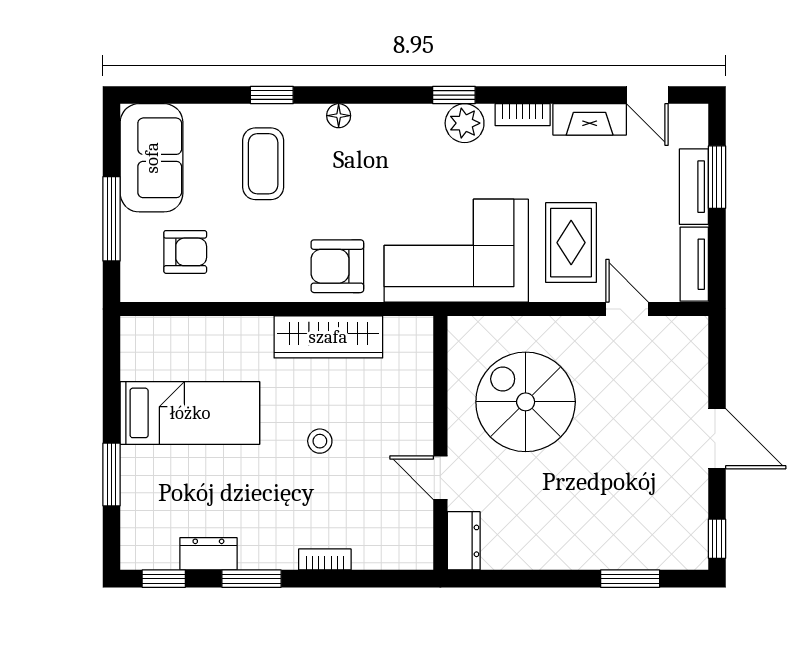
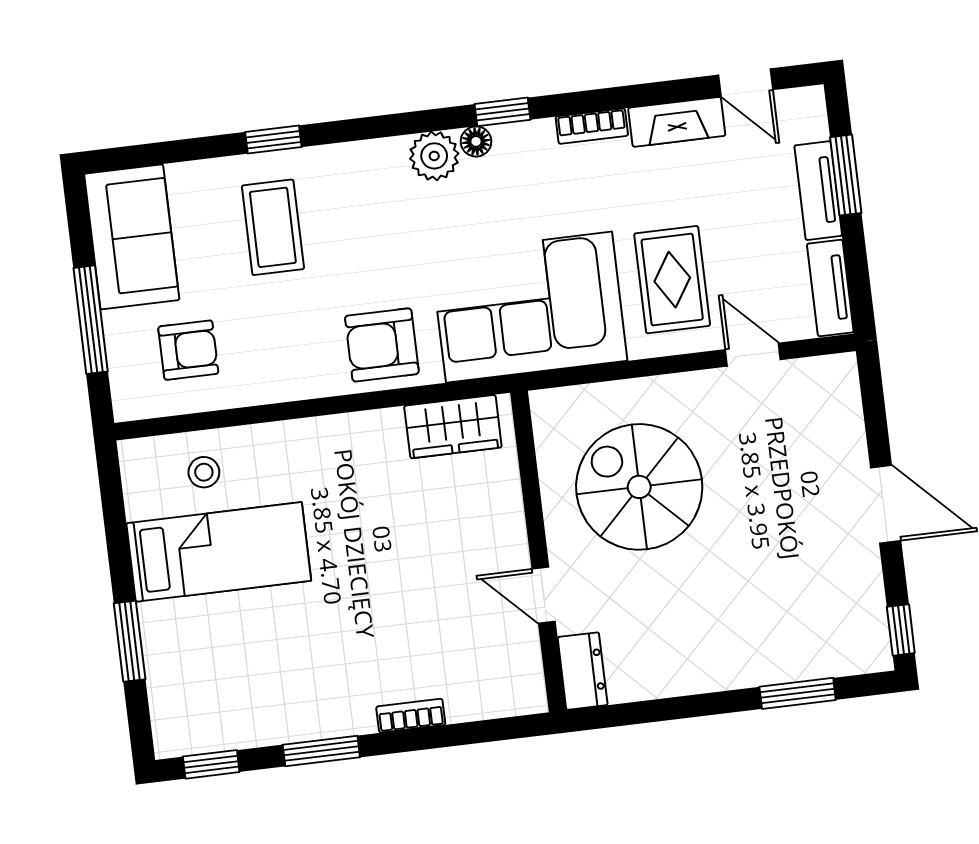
floor lamp: (339, 116) -> (476, 141), moved
plant: (465, 123) -> (434, 156), moved
wardrobe: (328, 337) -> (453, 427), moved, width x0.67
stool: (320, 441) -> (204, 472), moved
dresser: (208, 554) -> (263, 726), removed

